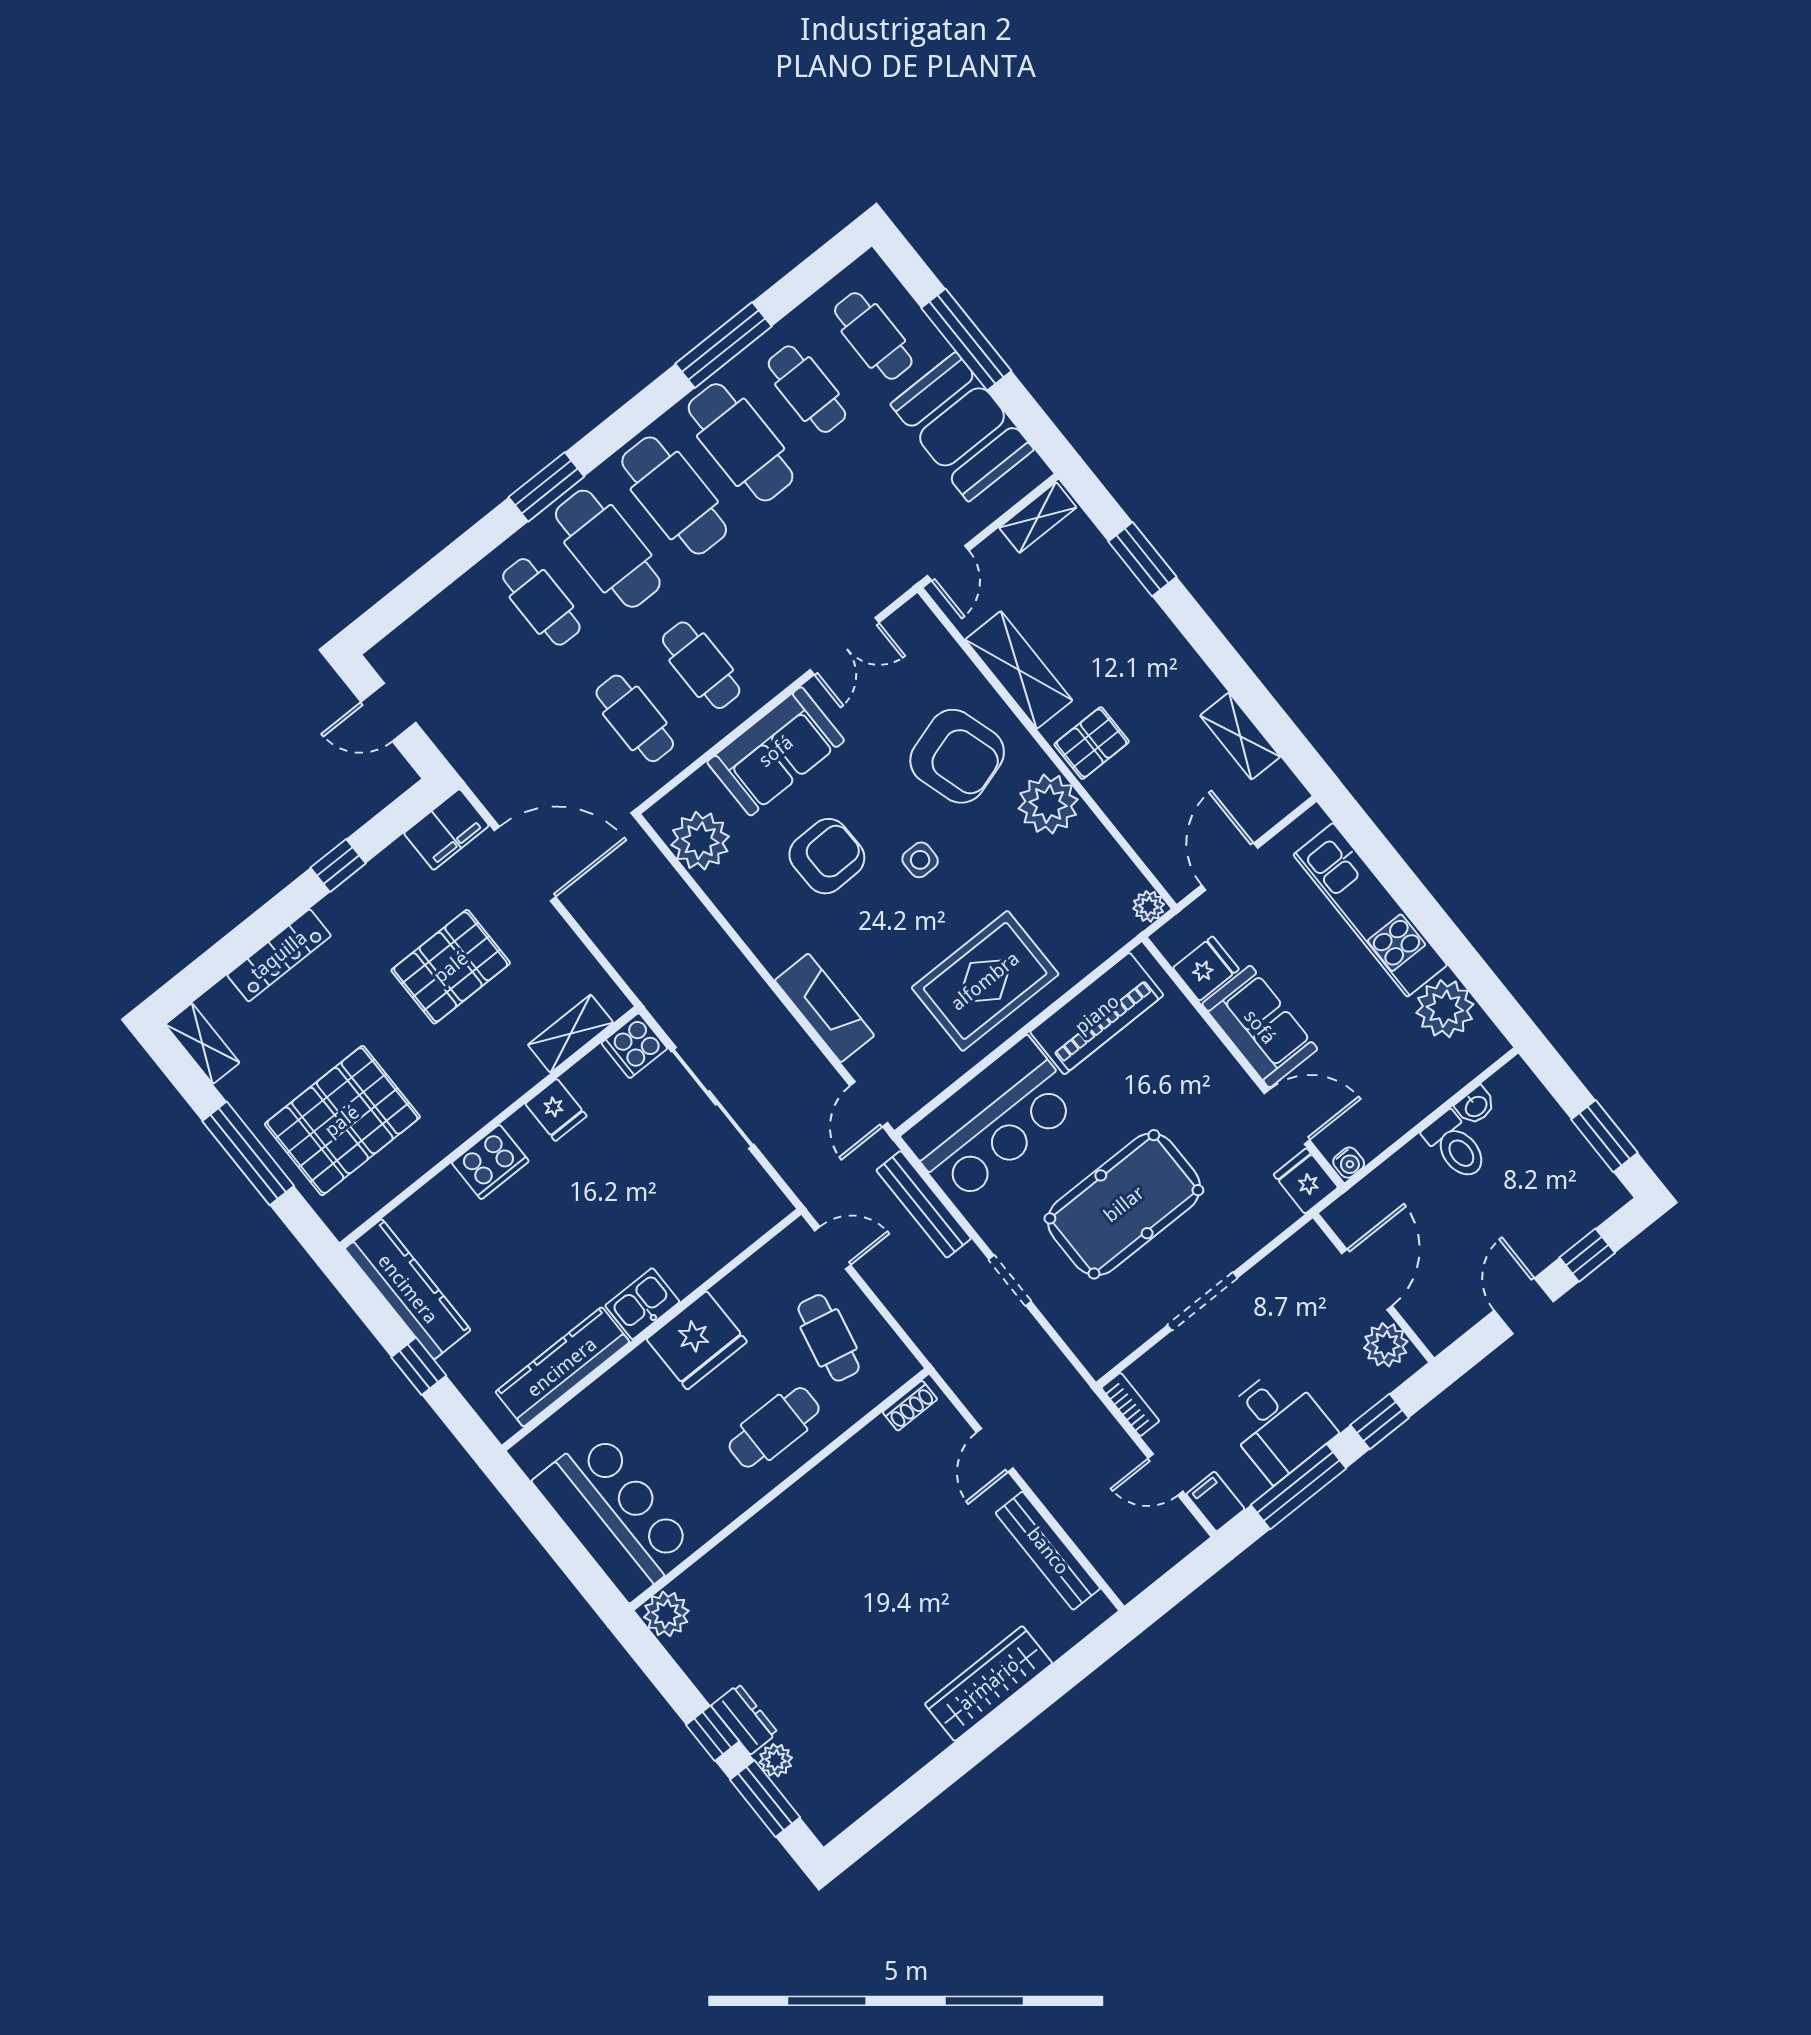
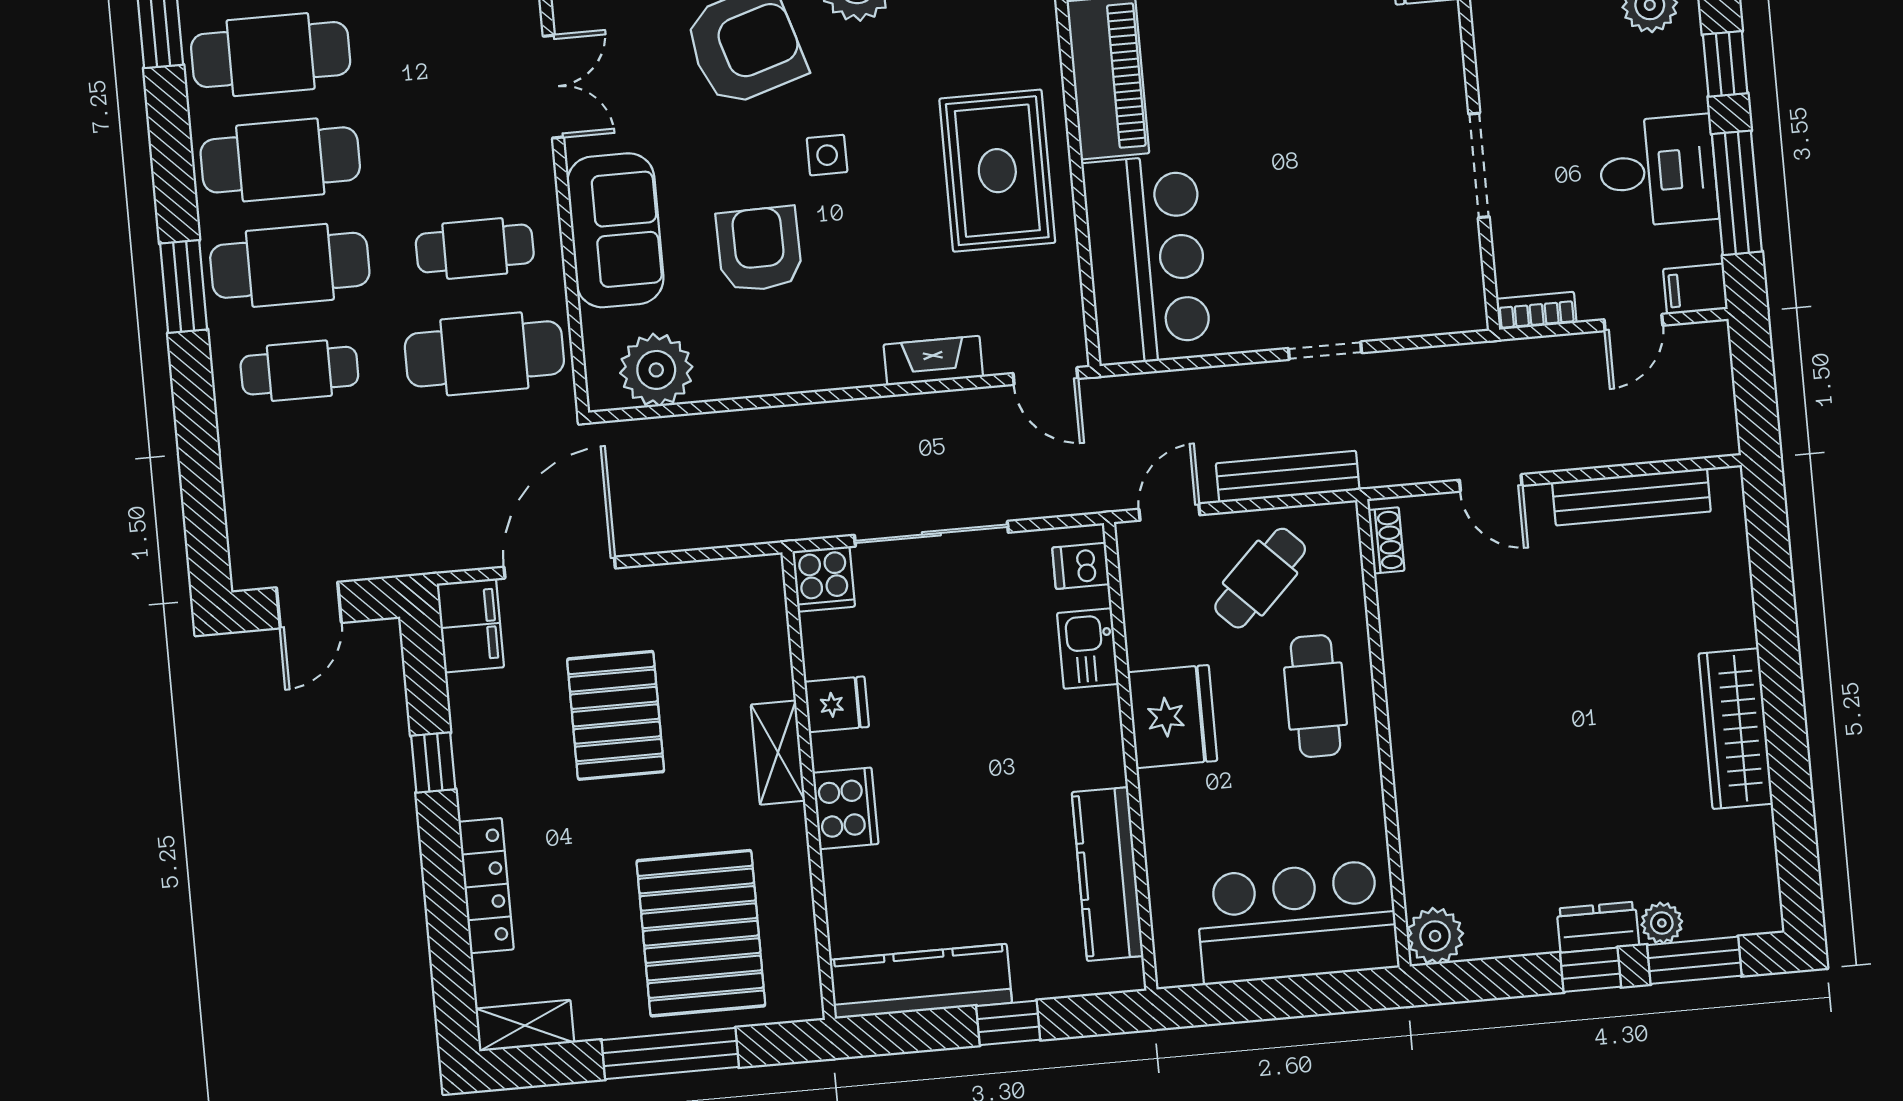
cafe table: (635, 718) -> (484, 354), width x1.37, depth x1.35
fireplace: (825, 1008) -> (933, 361), width x0.73, depth x0.76
shelving: (571, 1034) -> (778, 753), moved
bench: (924, 1204) -> (1288, 477), moved
pool table: (1124, 1204) -> (1324, 180), removed
dishwasher: (757, 1212) -> (1081, 566), added
kitchen sink: (642, 1304) -> (1088, 649), moved
cafe table: (829, 1338) -> (1260, 578), turned -57
wardrobe: (989, 1684) -> (1736, 729), moved

